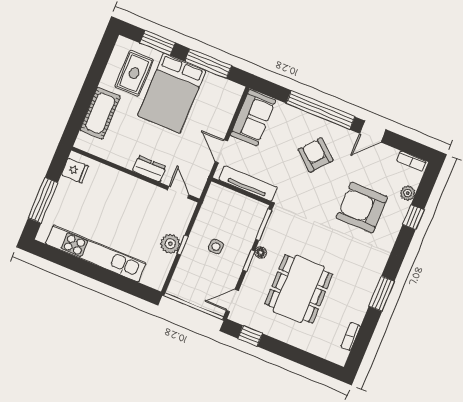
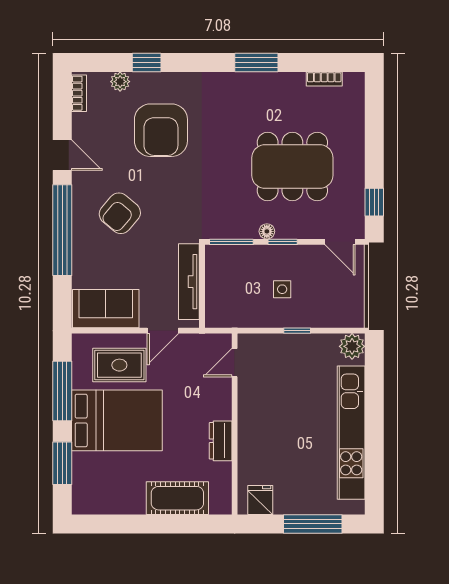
rug: (134, 73) -> (119, 365), moved
dresser: (149, 169) -> (221, 441), moved
plant: (170, 244) -> (352, 346), moved

